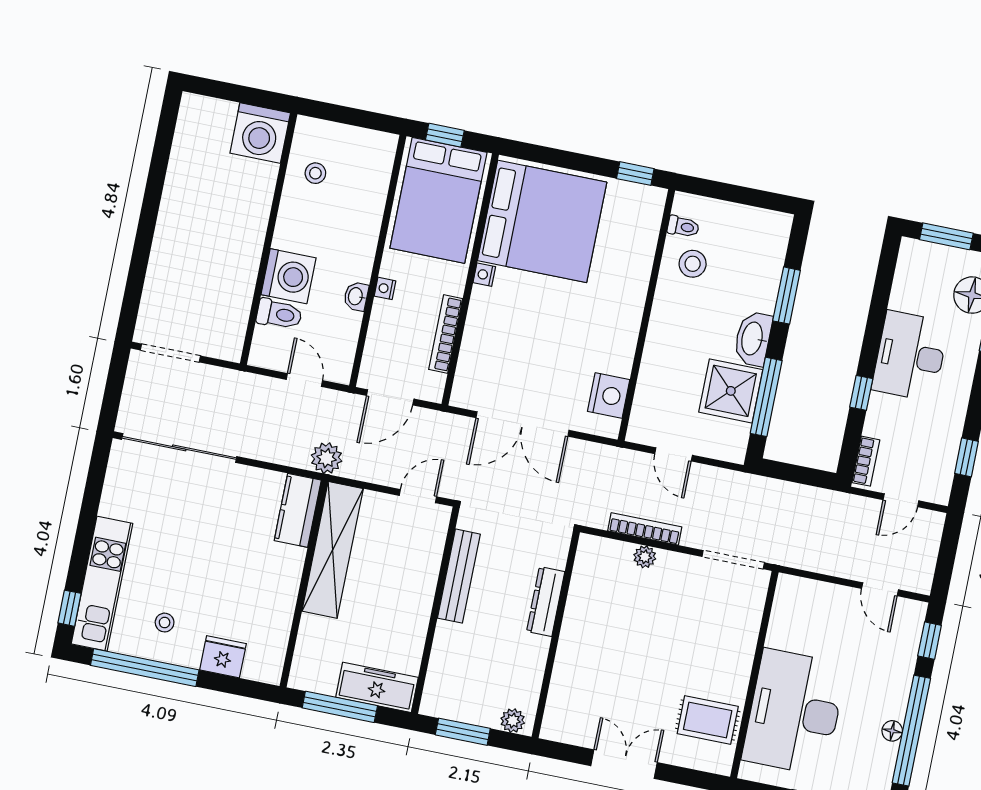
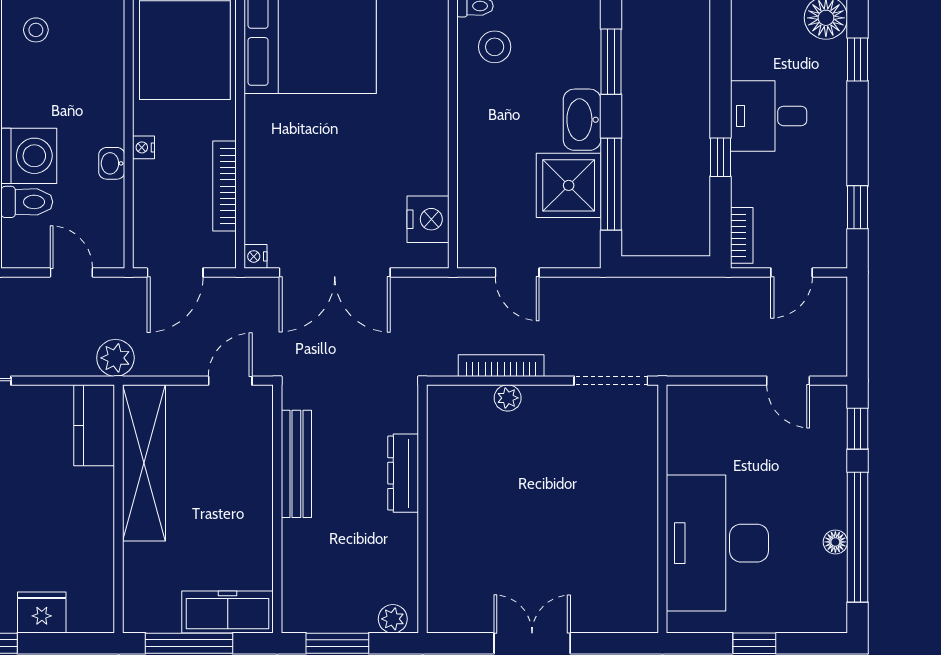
nightstand: (484, 275) -> (256, 256), moved
desk: (910, 356) -> (769, 116), width x0.73
rug: (708, 720) -> (619, 573), removed

